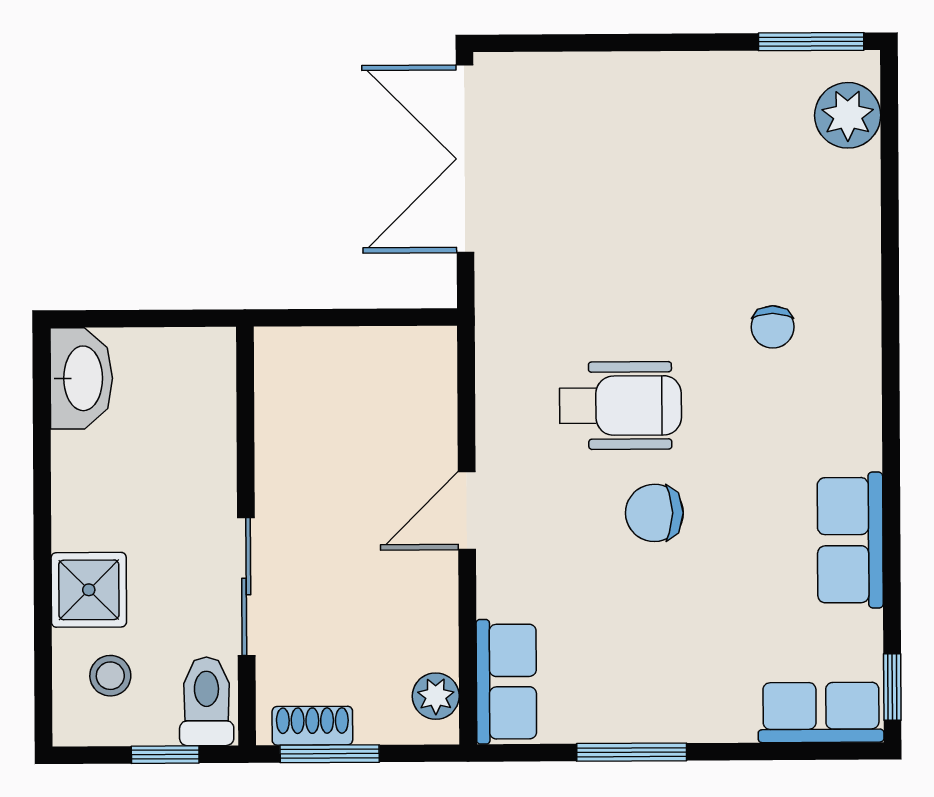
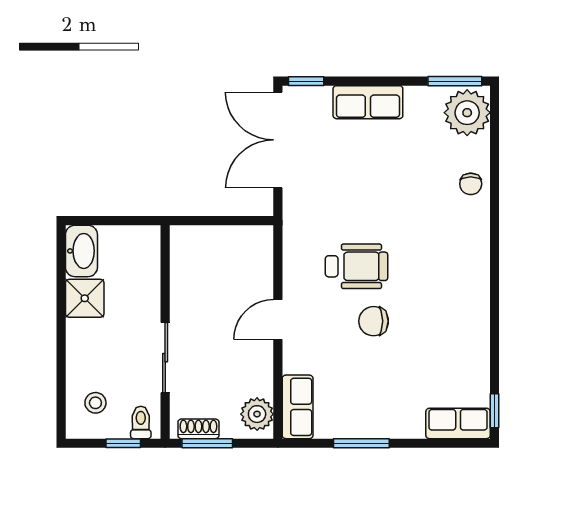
window: (520, 43) -> (306, 81), added
plant: (848, 115) -> (467, 113), width x1.36, depth x1.36
chair: (773, 327) -> (471, 184), moved
row of seats: (850, 540) -> (368, 102), moved, turned -90
shower: (89, 590) -> (85, 298), moved
plant: (436, 696) -> (257, 414), width x1.38, depth x1.38
toilet: (207, 701) -> (141, 422), width x0.73, depth x0.72

